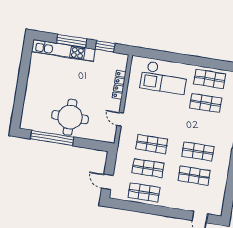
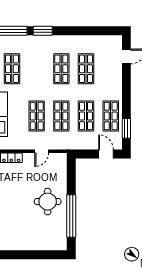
round table: (70, 117) -> (48, 202), width x0.73, depth x0.73
shop shelf: (156, 120) -> (37, 116), added
door: (107, 182) -> (106, 154), swing flipped
window: (129, 206) -> (126, 128), added

